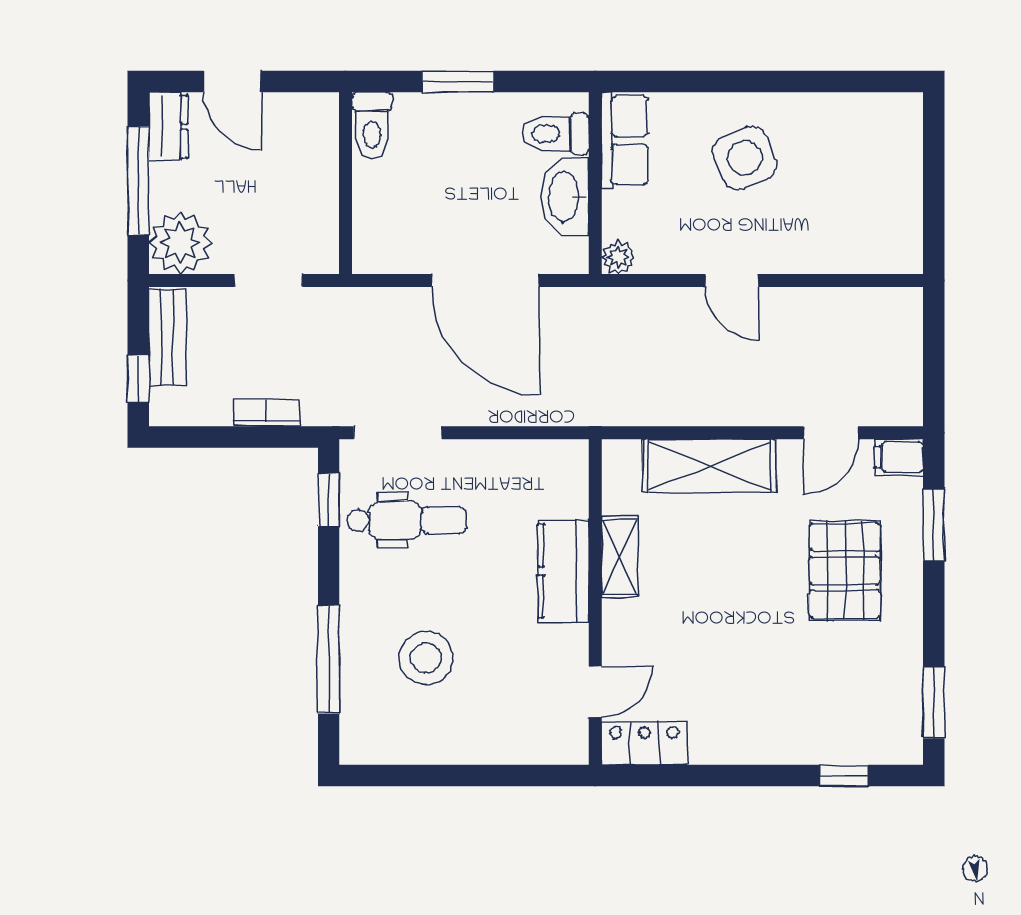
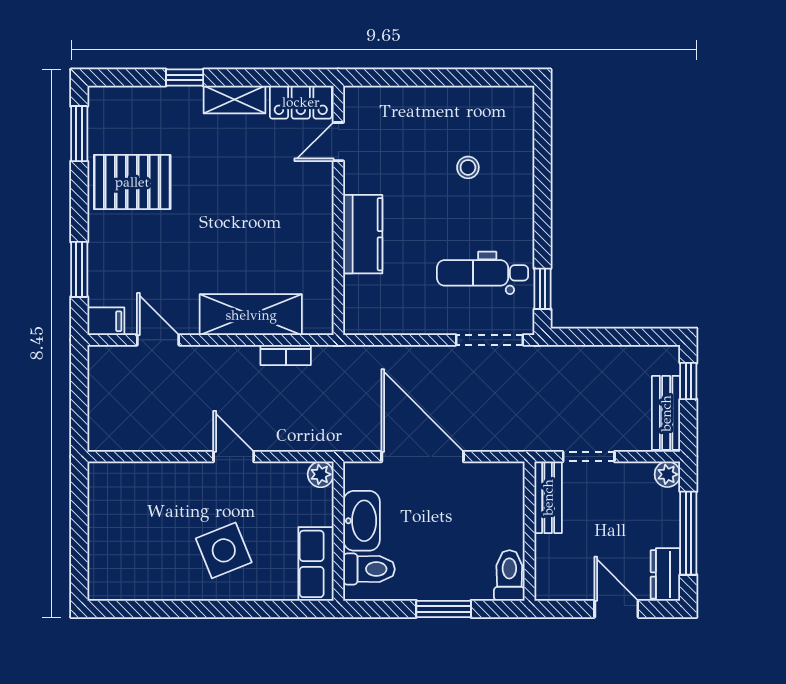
bench: (321, 227) -> (548, 497), added
plant: (180, 243) -> (667, 474), width x0.53, depth x0.53
bookcase: (267, 413) -> (286, 355), moved
door: (831, 433) -> (158, 340), hinge flipped
shelving: (620, 557) -> (234, 100), moved, turned 90
pallet: (845, 571) -> (132, 182), moved, turned 90
stool: (426, 658) -> (468, 167), width x0.53, depth x0.53
window: (329, 659) -> (543, 167), removed
window: (844, 776) -> (185, 77), moved

